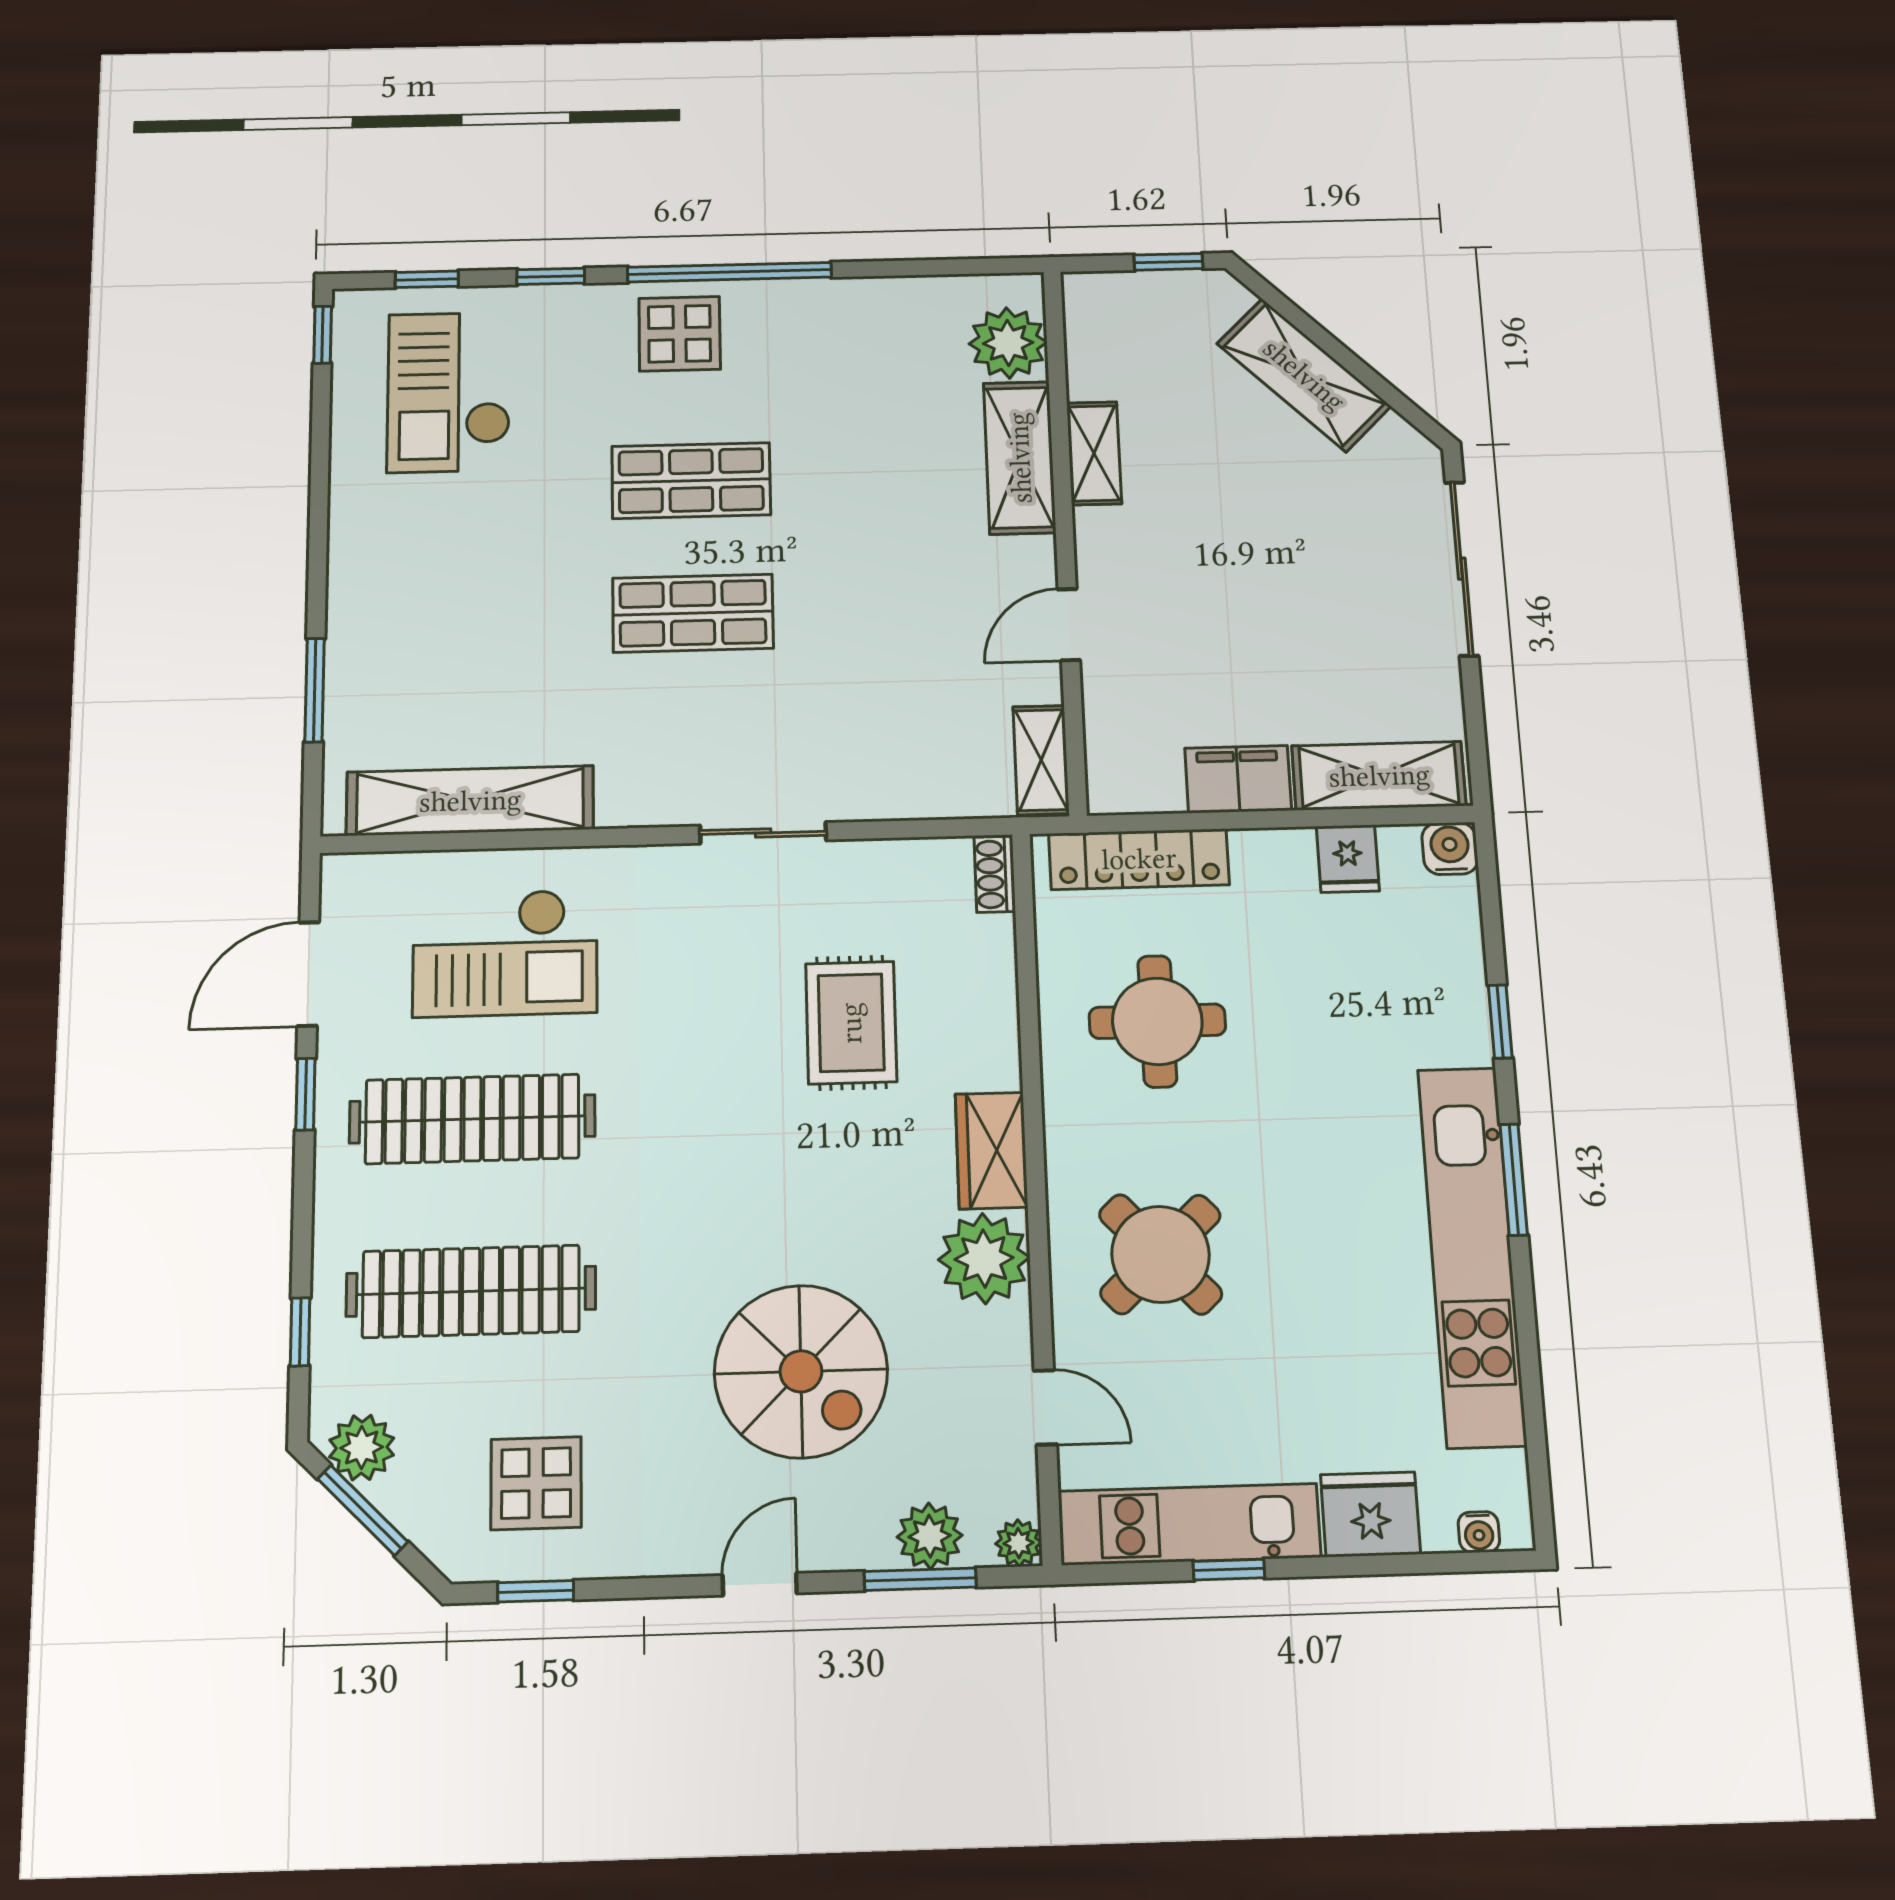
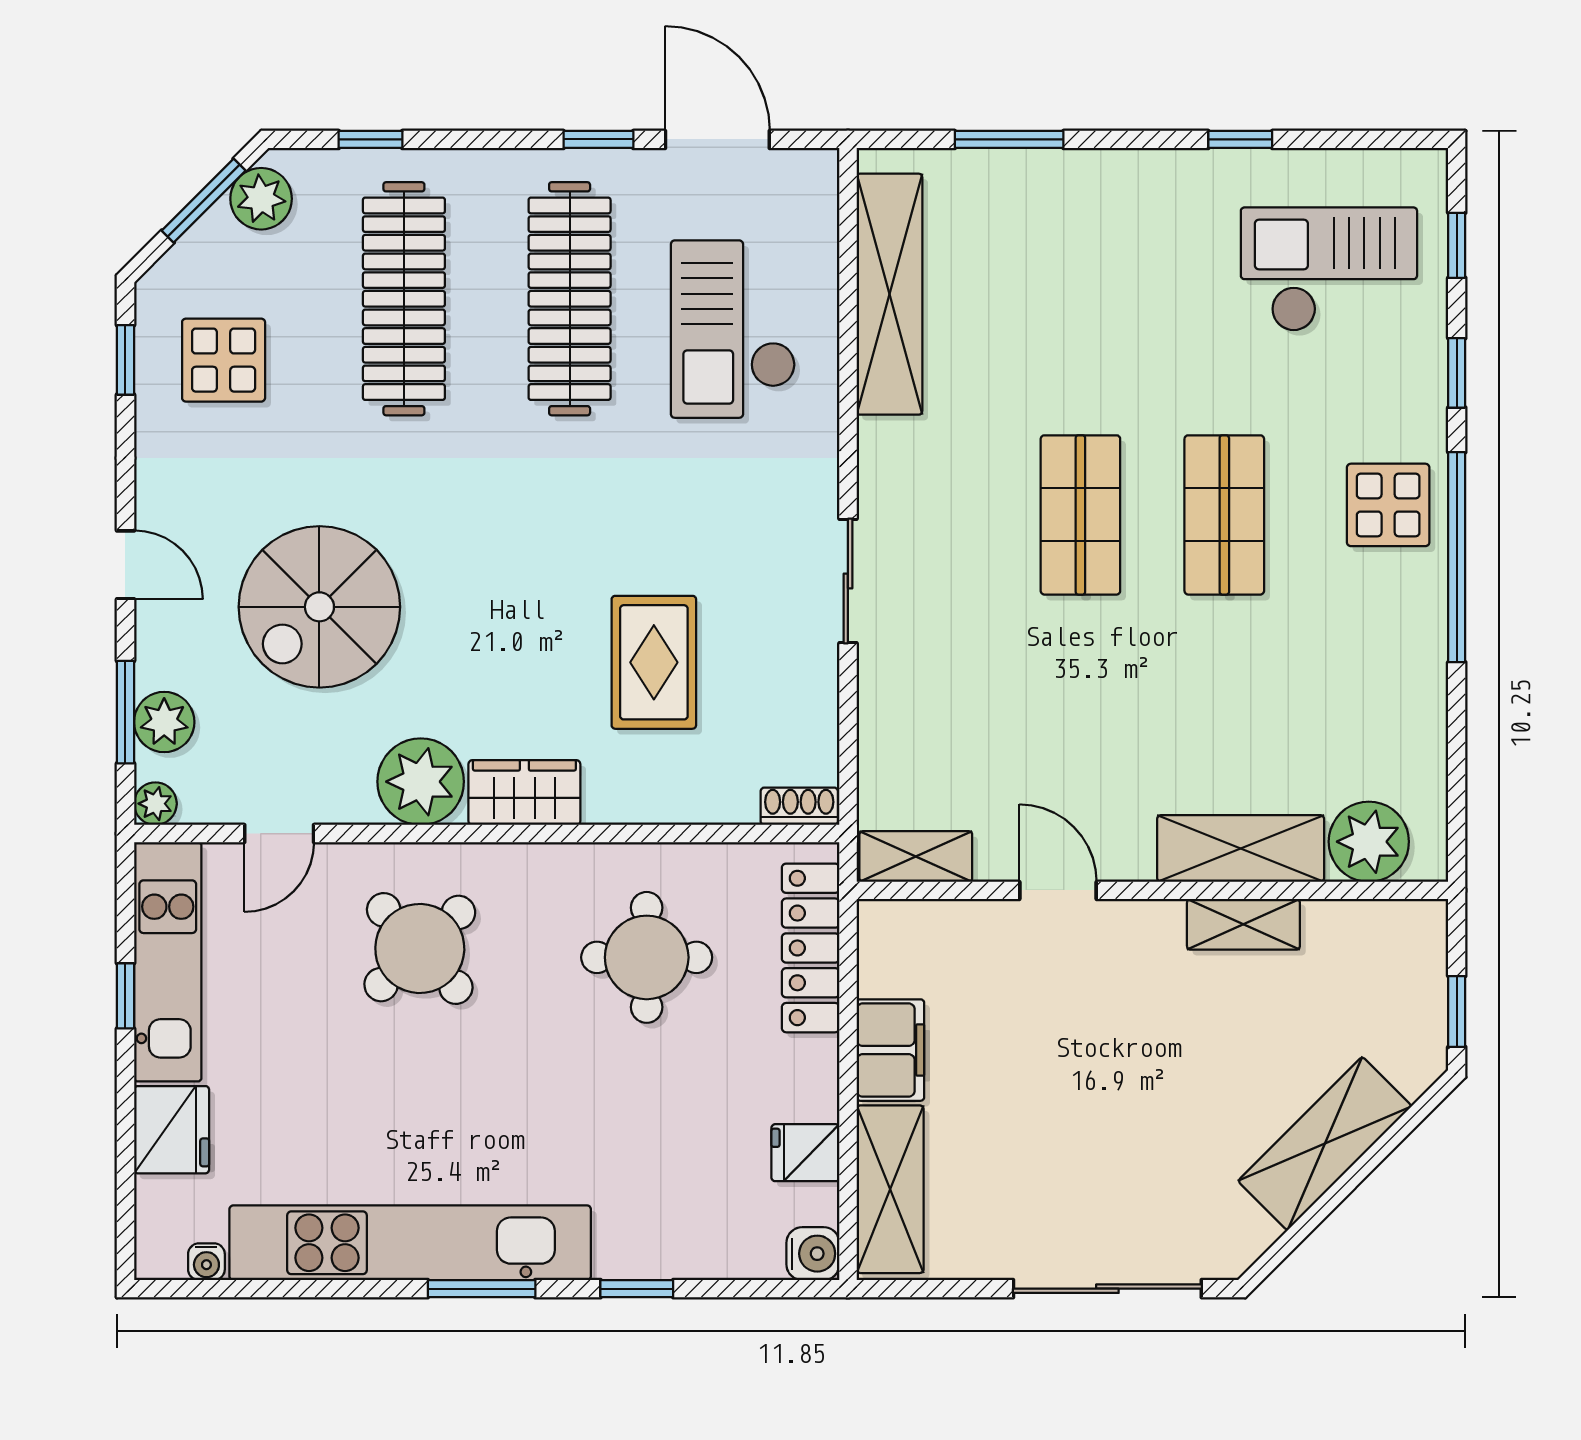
window: (323, 335) -> (1240, 139), moved
rug: (851, 1023) -> (654, 662), turned 90
water cooler: (1479, 1532) -> (206, 1262), moved, turned -90

